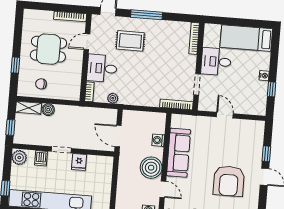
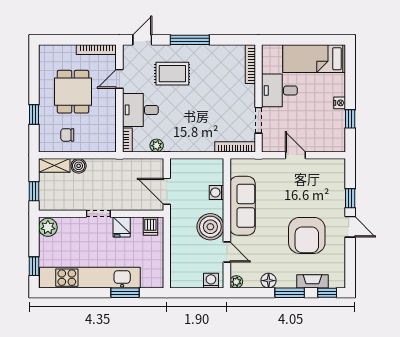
dining table: (48, 49) -> (73, 92), turned 90
dishwasher: (41, 158) -> (150, 226), moved

